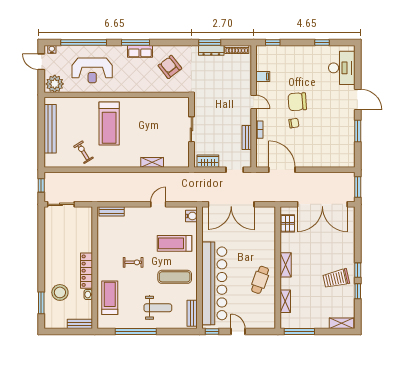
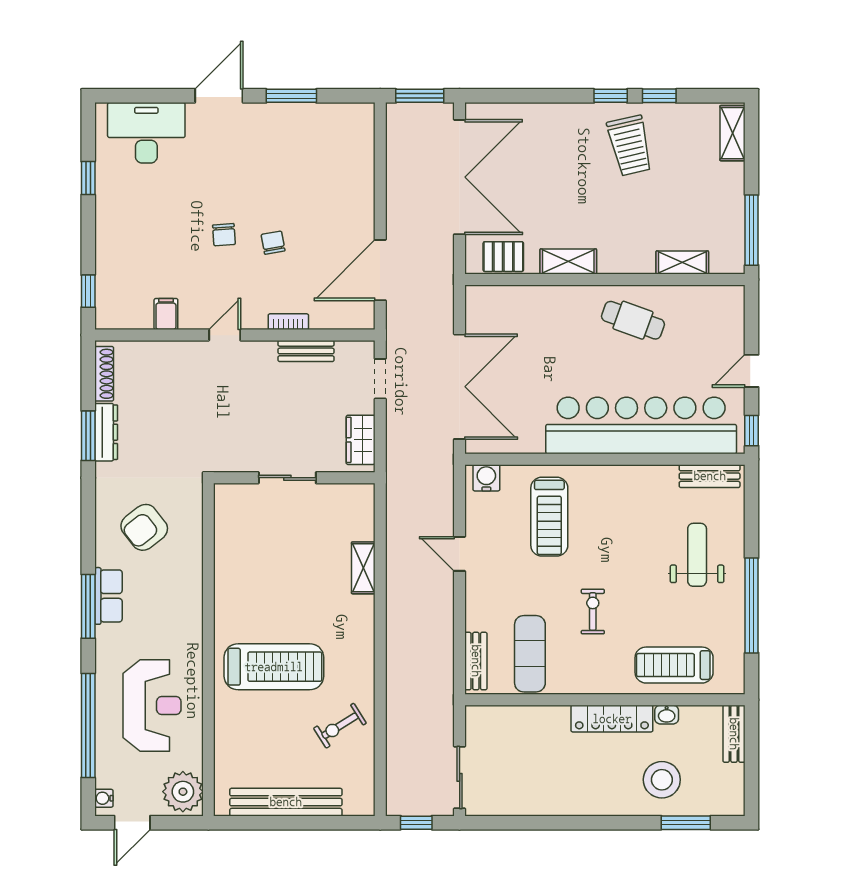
chair: (297, 102) -> (224, 235), width x0.54, depth x0.54
shelving: (286, 265) -> (568, 262), moved
exercise mat: (175, 277) -> (530, 654), moved

